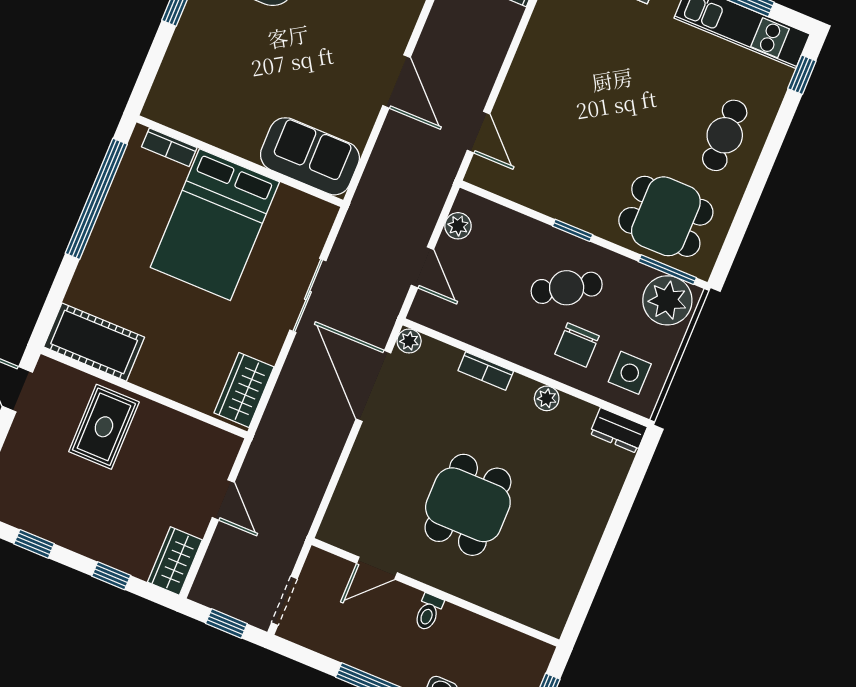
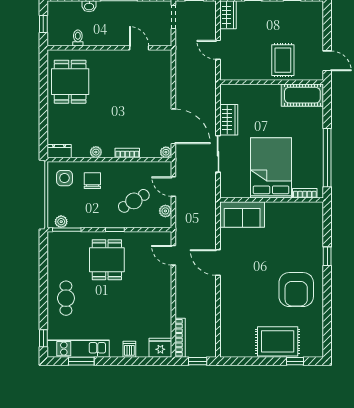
dining table: (666, 216) -> (107, 260), moved, turned 90
cafe table: (567, 288) -> (134, 201), moved
plant: (667, 300) -> (61, 222), width x0.53, depth x0.53
wardrobe: (244, 390) -> (229, 120), moved
dining table: (468, 505) -> (70, 82), moved
door: (377, 568) -> (139, 48), hinge flipped
toilet: (428, 612) -> (78, 38), moved

